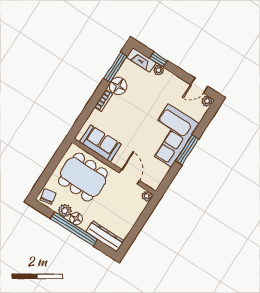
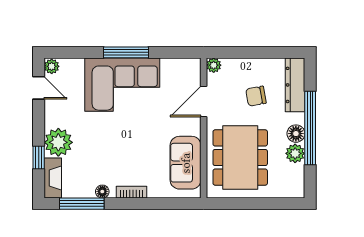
plant: (159, 70) -> (58, 142), width x1.87, depth x1.87
floor lamp: (118, 86) -> (102, 192), width x0.53, depth x0.53
chair: (48, 196) -> (256, 96), moved

